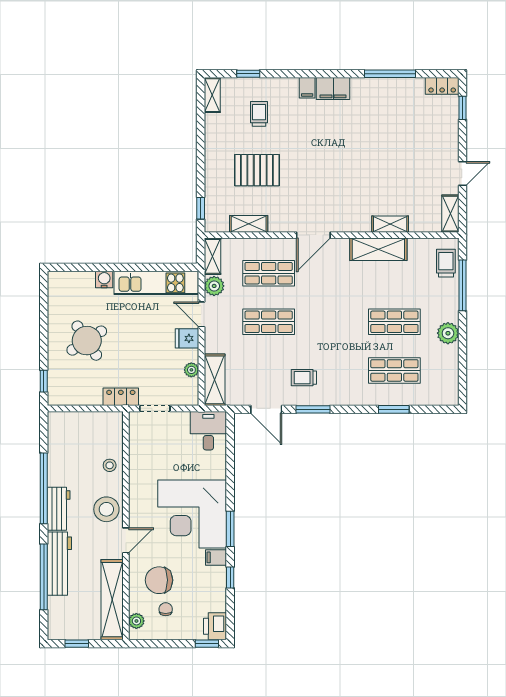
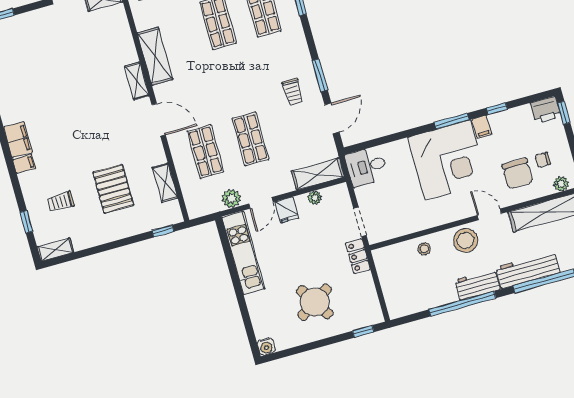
shelving: (390, 224) -> (137, 81), moved
shelving: (212, 256) -> (204, 208), removed
water cooler: (104, 280) -> (266, 346), moved, turned -90

